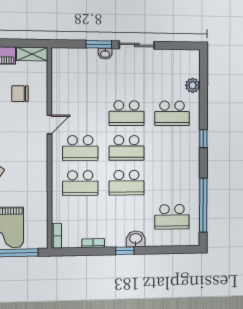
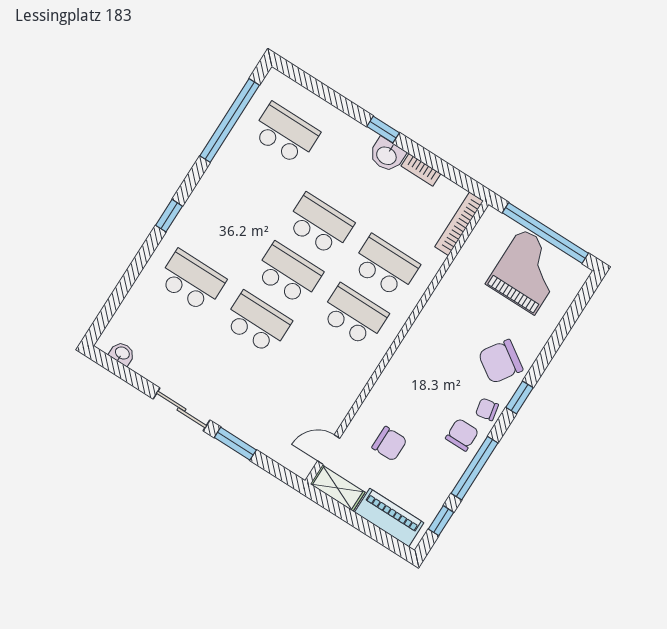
washbasin: (105, 54) -> (122, 353), moved
plant: (193, 85) -> (137, 302), removed
door: (49, 125) -> (329, 450), moved
bookcase: (56, 236) -> (459, 224), width x1.56
washbasin: (136, 239) -> (387, 155), moved

